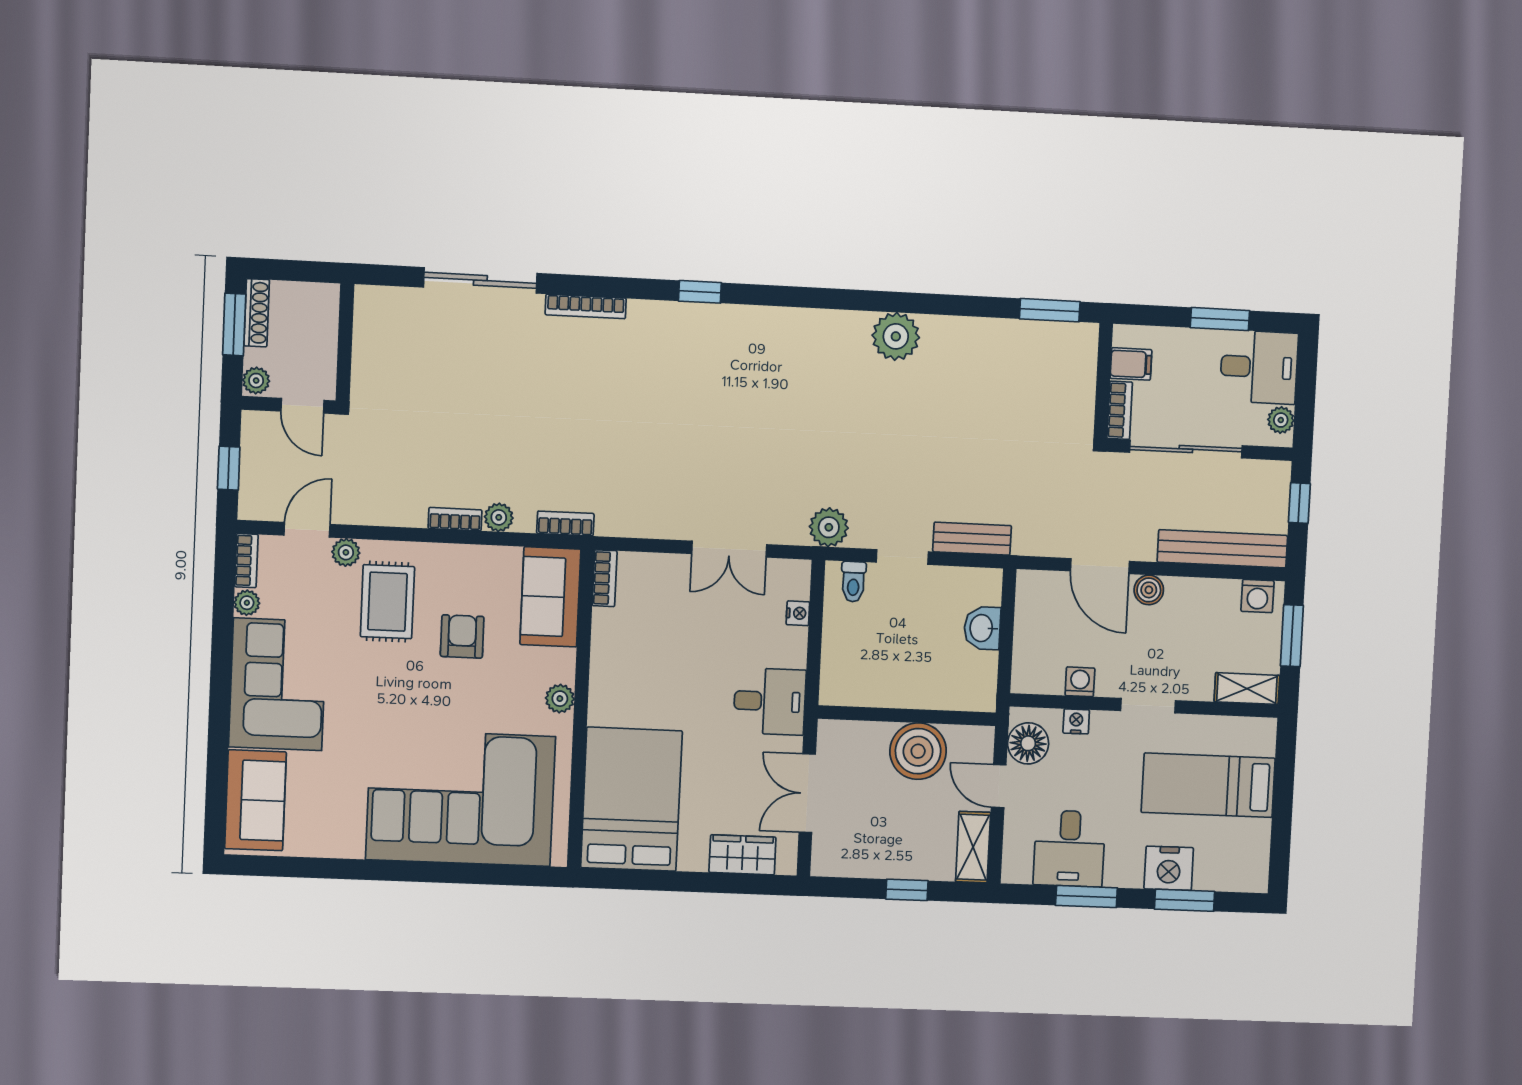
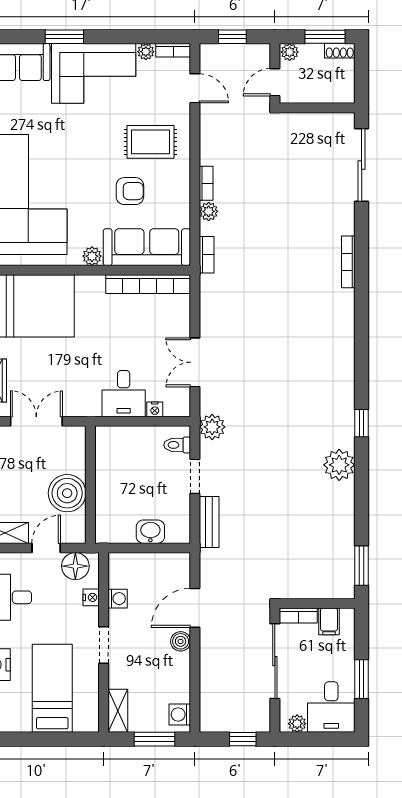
sliding door: (480, 280) -> (362, 165), moved
window: (700, 292) -> (362, 423), moved
shoe rack: (257, 313) -> (340, 51), width x0.70
bench: (1222, 549) -> (210, 689), removed
plant: (346, 552) -> (181, 114), removed
bookcase: (605, 578) -> (148, 284), width x2.31, depth x1.31
sofa: (550, 597) -> (147, 247), width x1.36
desk: (770, 701) -> (124, 394), moved
window: (219, 727) -> (64, 37), added

